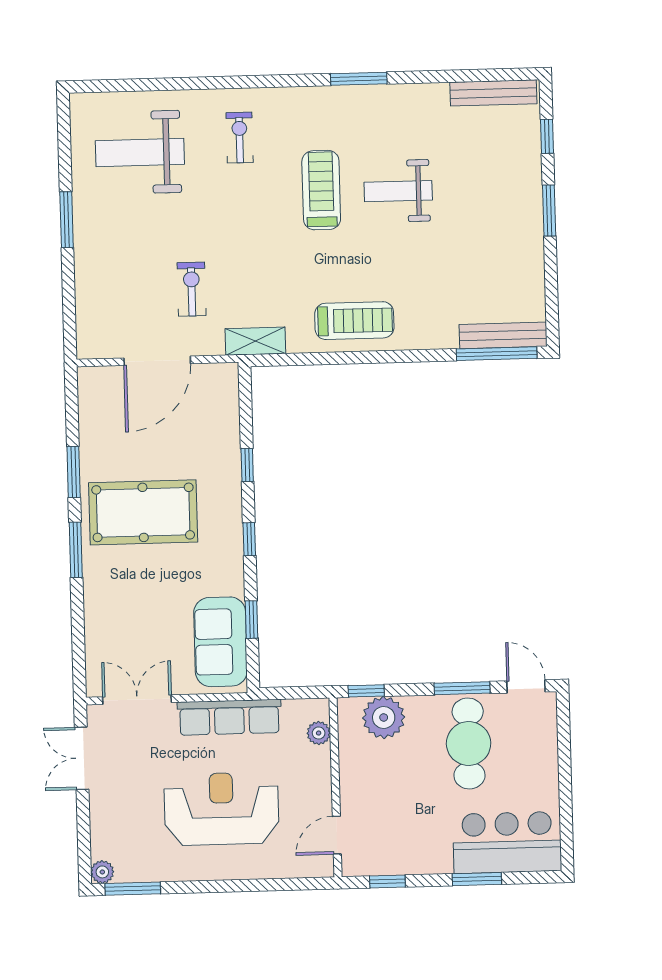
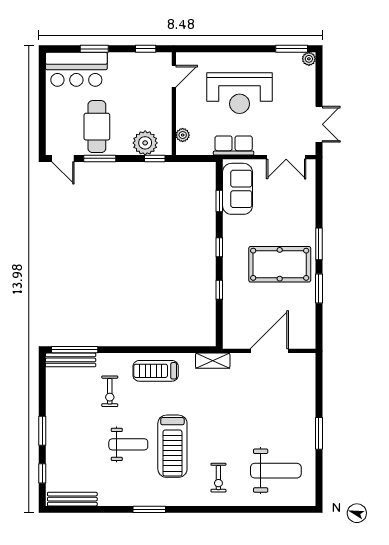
treadmill: (321, 190) -> (172, 446), width x1.37, depth x1.38
exercise bike: (192, 289) -> (110, 391), moved
row of seats: (229, 717) -> (234, 145), width x0.68

